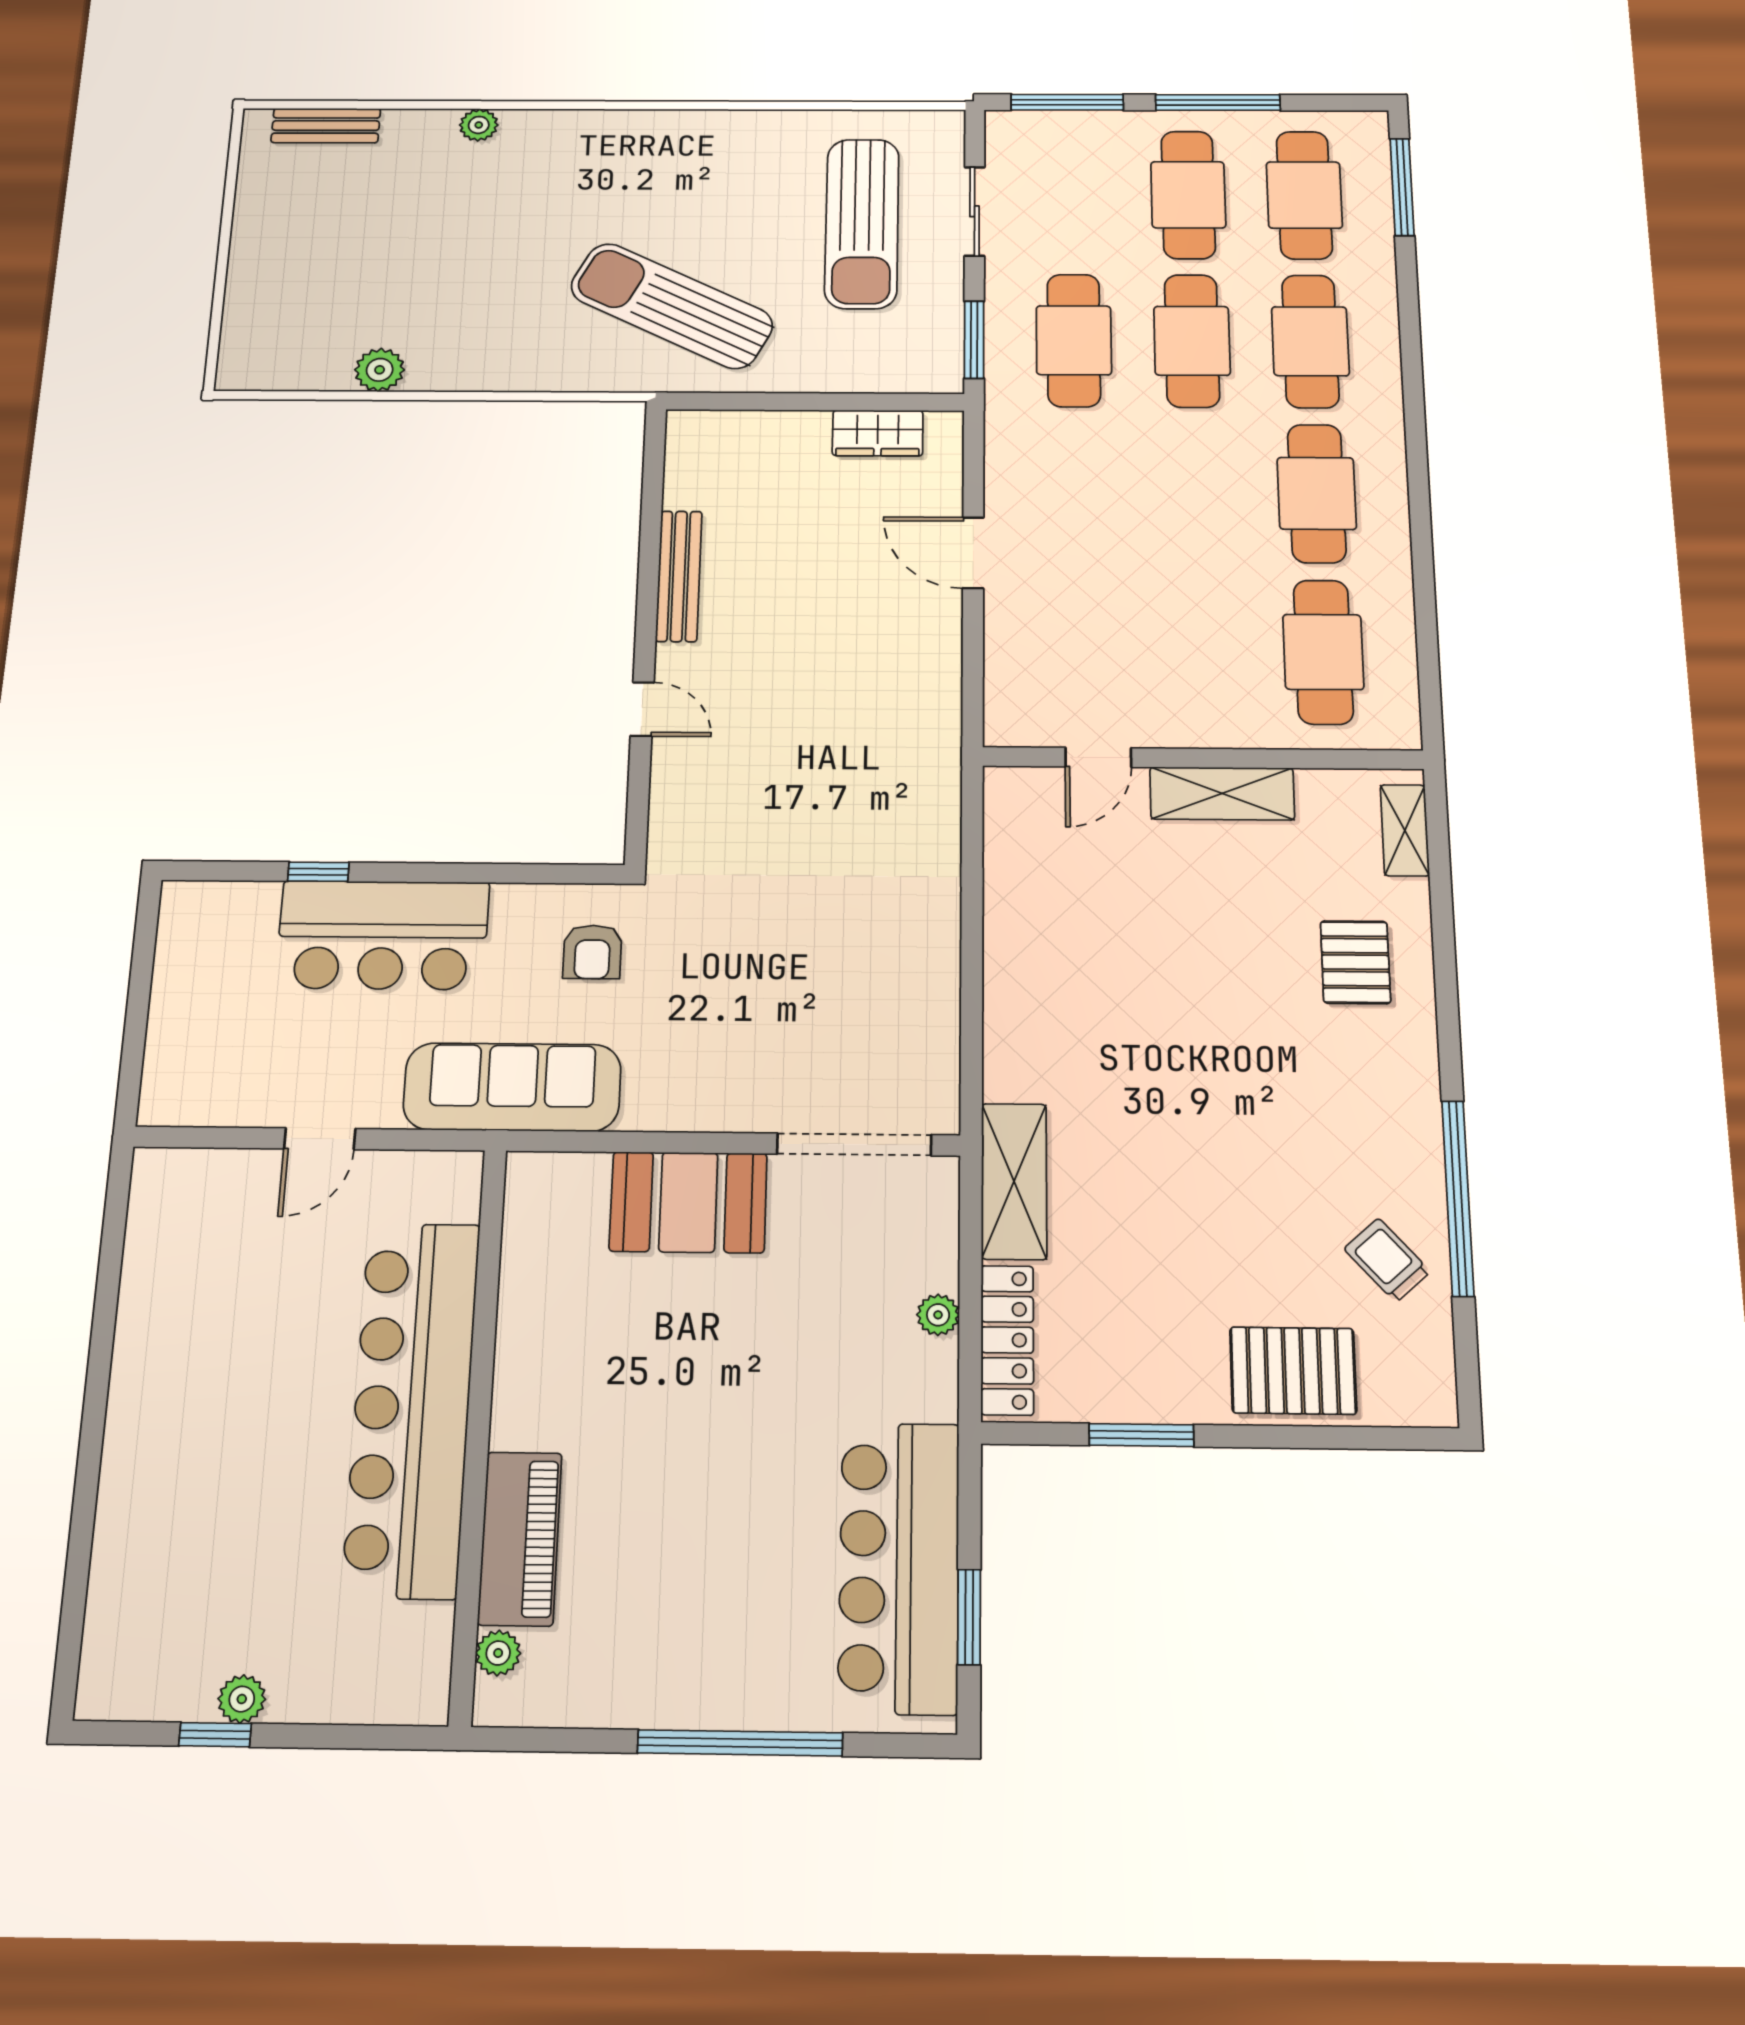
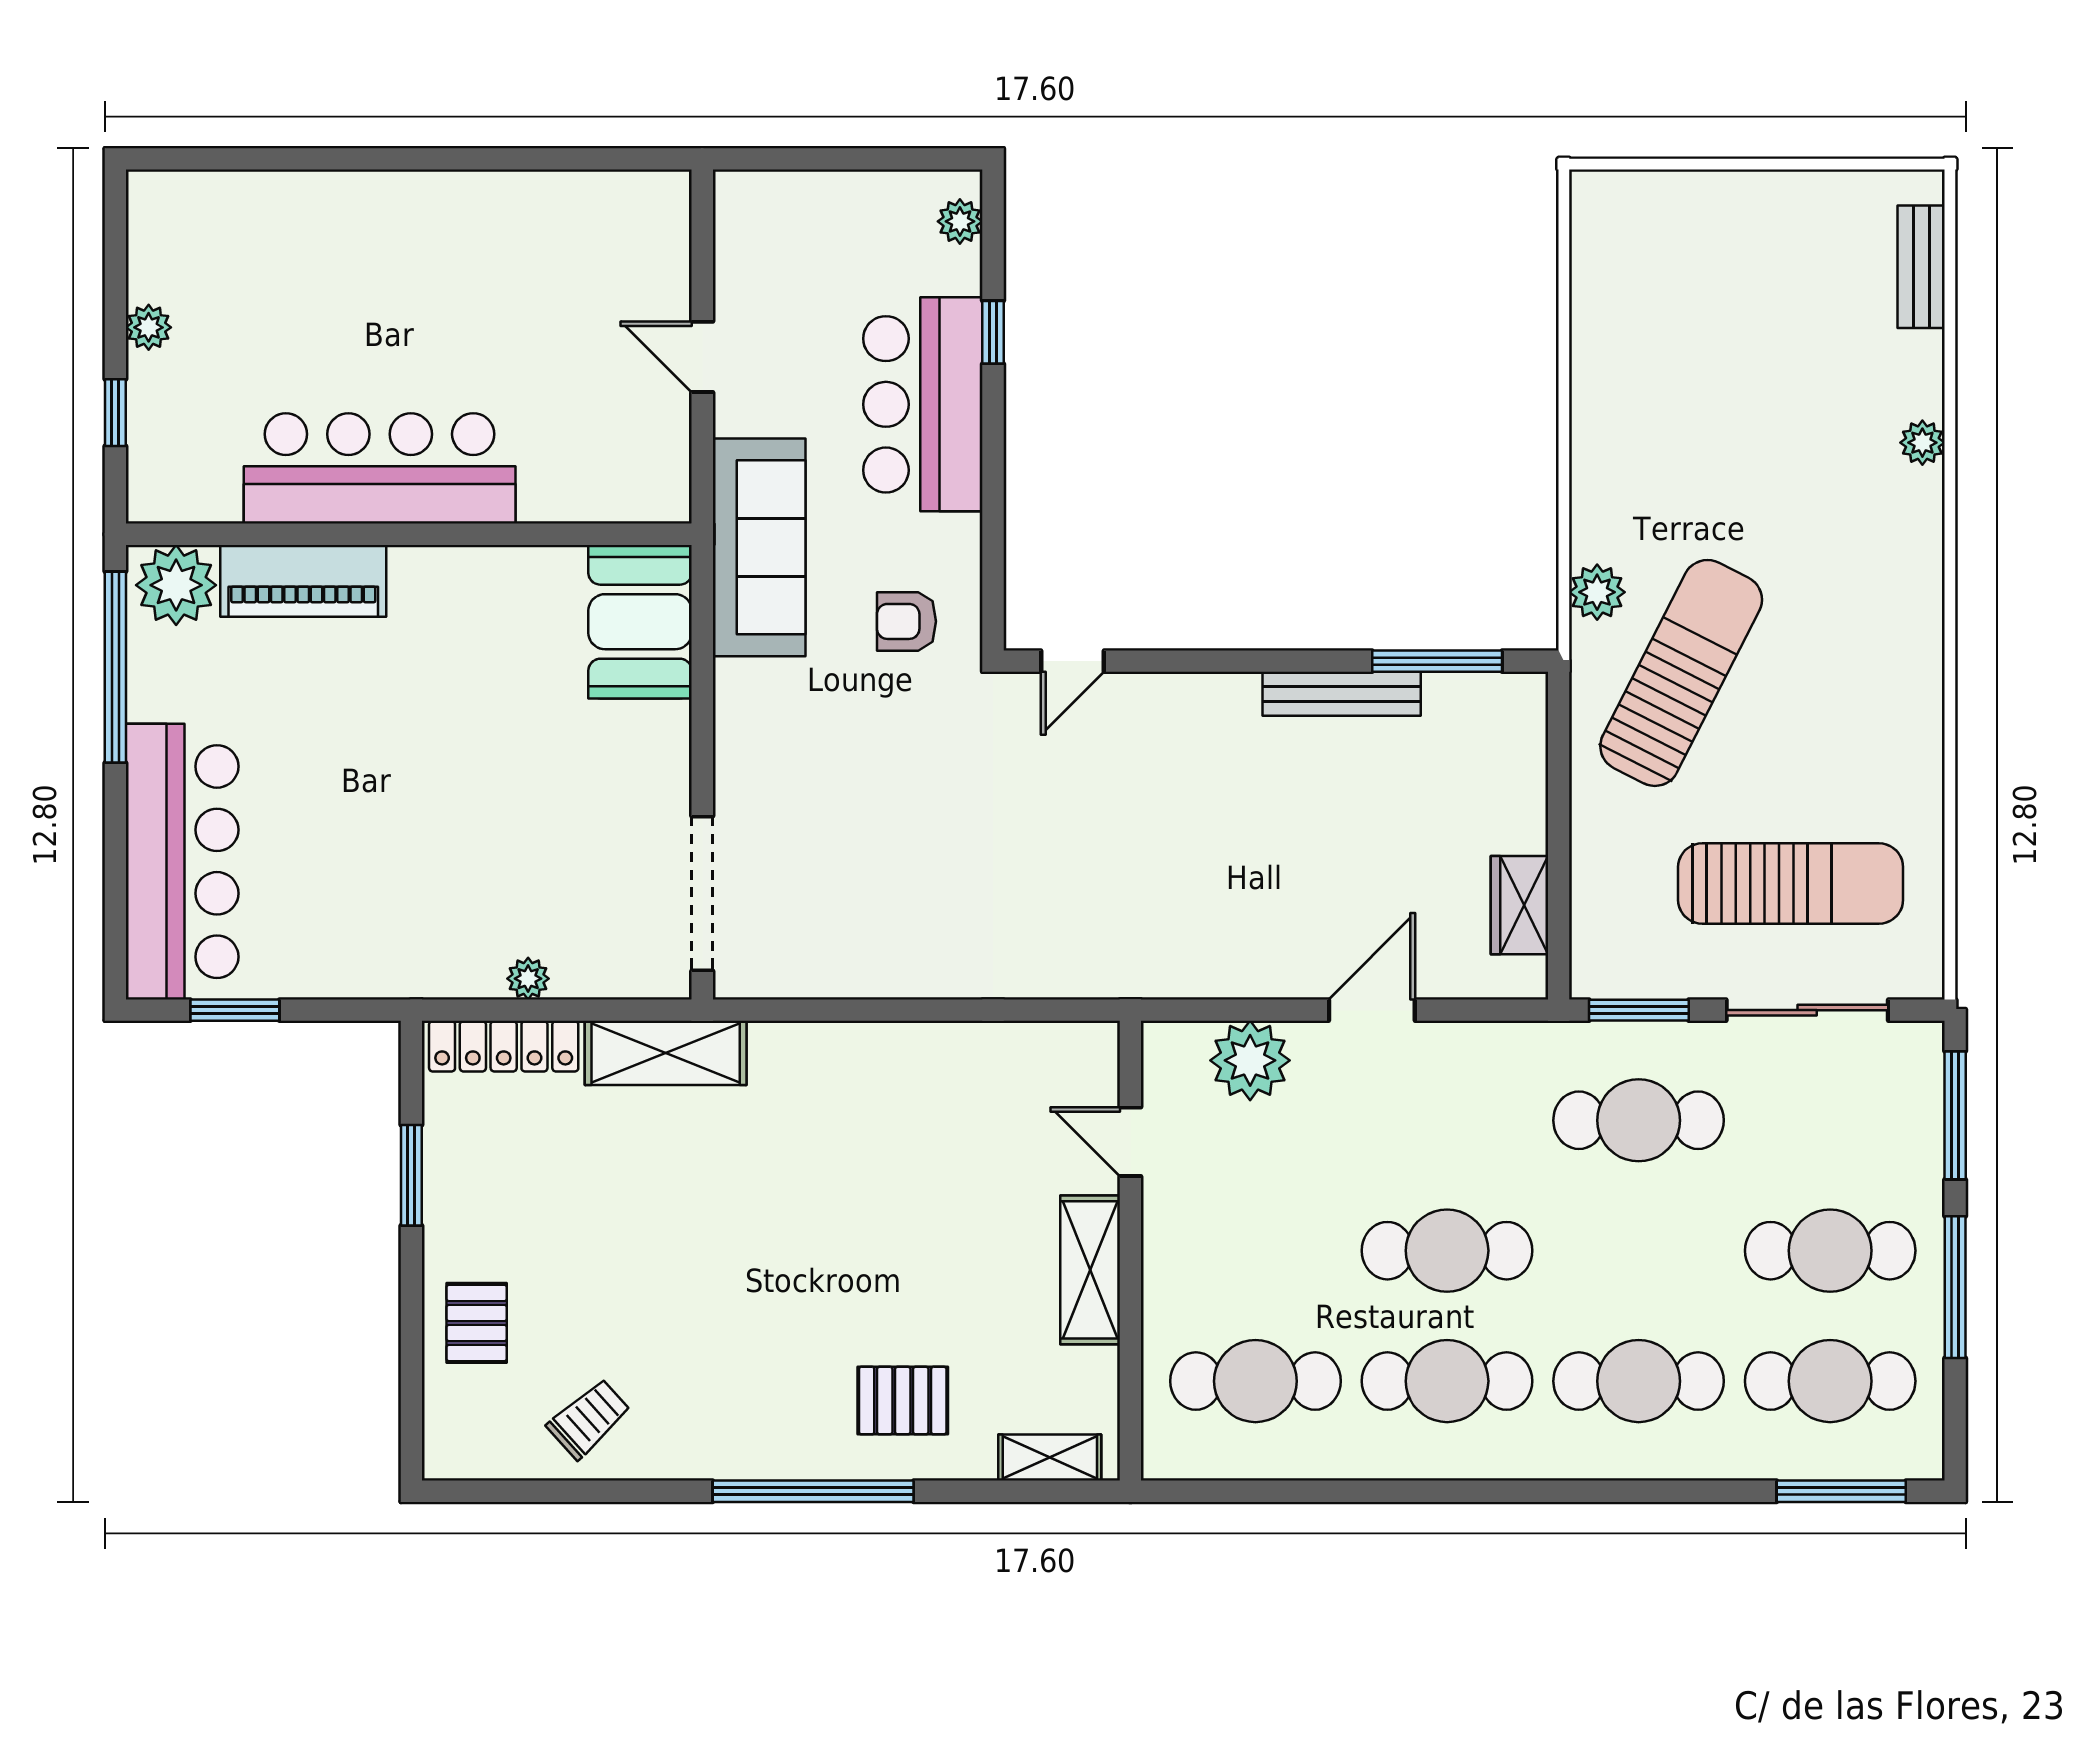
sliding door: (975, 211) -> (1807, 1010), width x1.37
sun lounger: (862, 223) -> (1791, 883), turned 180
cafe table: (1192, 341) -> (1447, 1251), moved
plant: (380, 370) -> (1597, 592), moved
window: (652, 498) -> (1437, 661), added
plant: (1020, 655) -> (1250, 1060), added
door: (642, 709) -> (1072, 661), moved
plant: (209, 900) -> (960, 221), added
window: (1458, 1198) -> (813, 1491), moved
booth: (688, 1202) -> (640, 622), moved
pallet: (1293, 1371) -> (477, 1323), width x0.67, depth x0.71
bar counter: (412, 1408) -> (380, 468), width x0.73
bar counter: (899, 1567) -> (182, 862), moved, turned 90
plant: (498, 1653) -> (176, 585), width x1.88, depth x1.88
window: (215, 1735) -> (115, 413), moved
window: (740, 1743) -> (115, 667), moved

